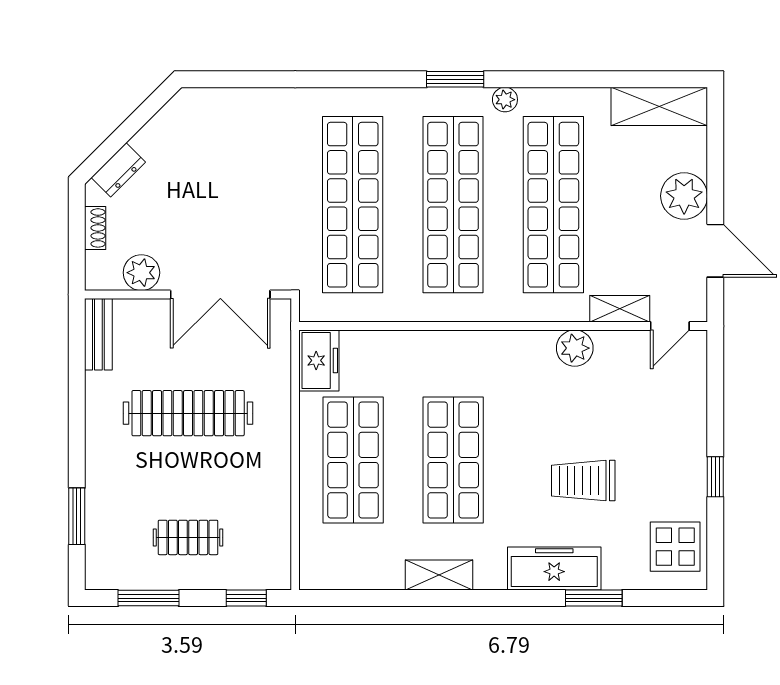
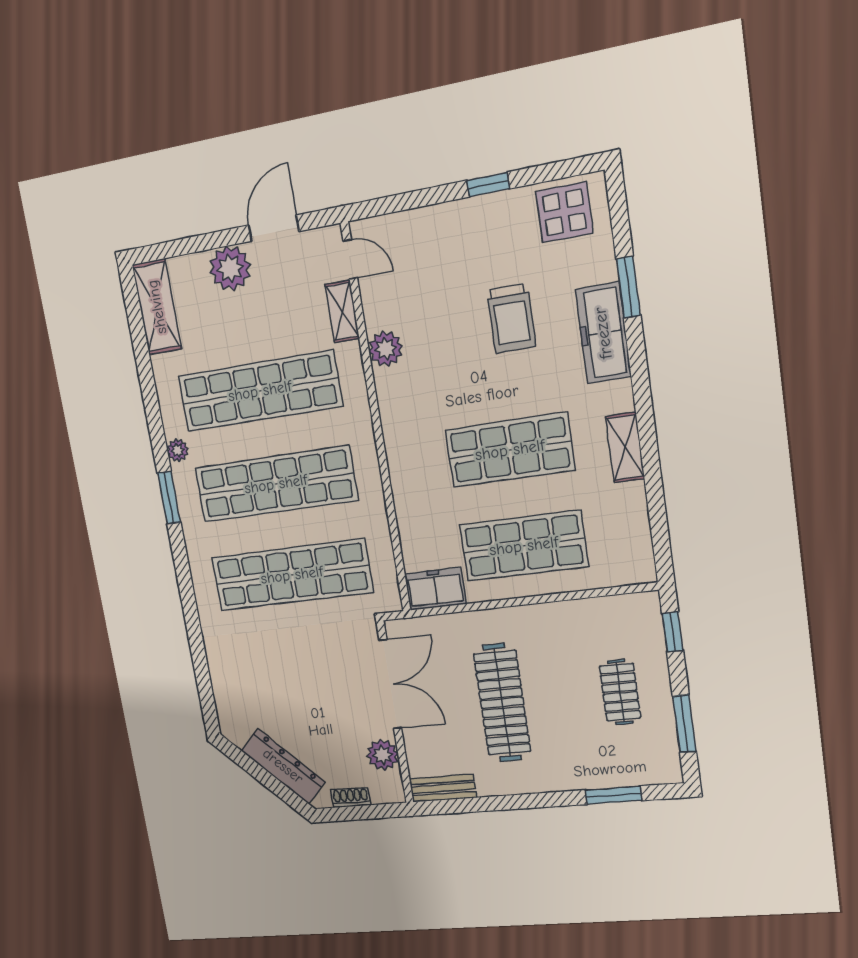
dresser: (118, 170) -> (283, 766), width x1.96, depth x1.24

